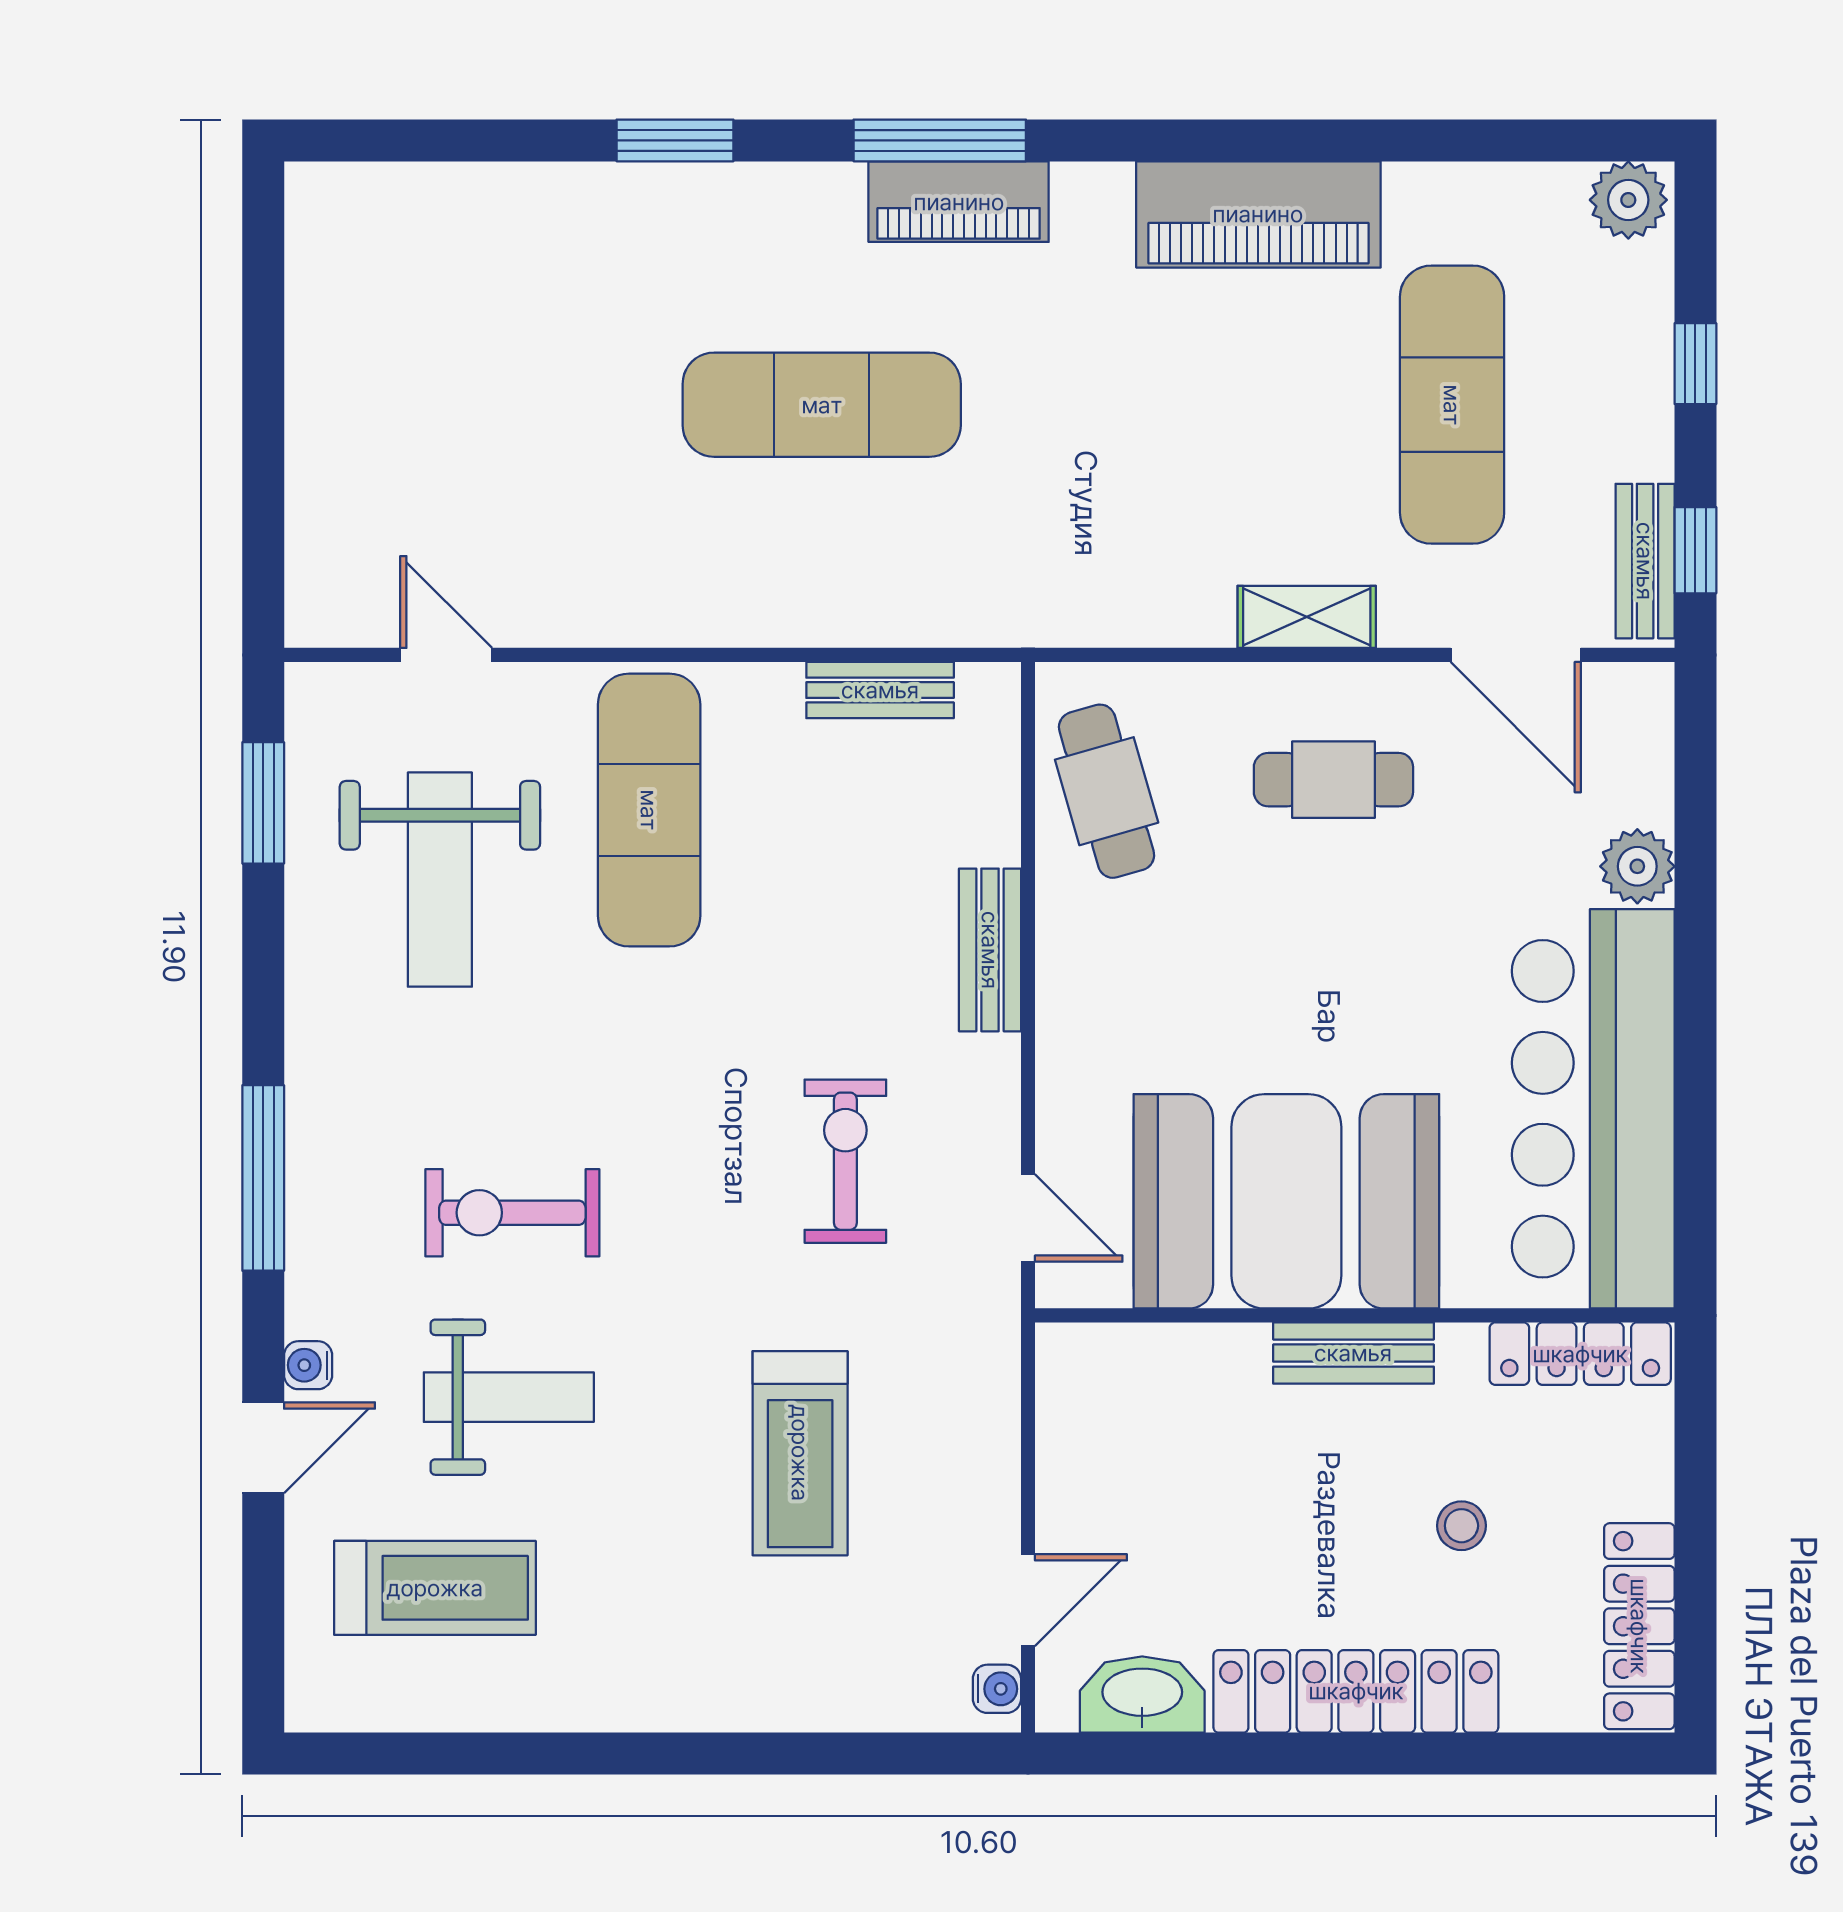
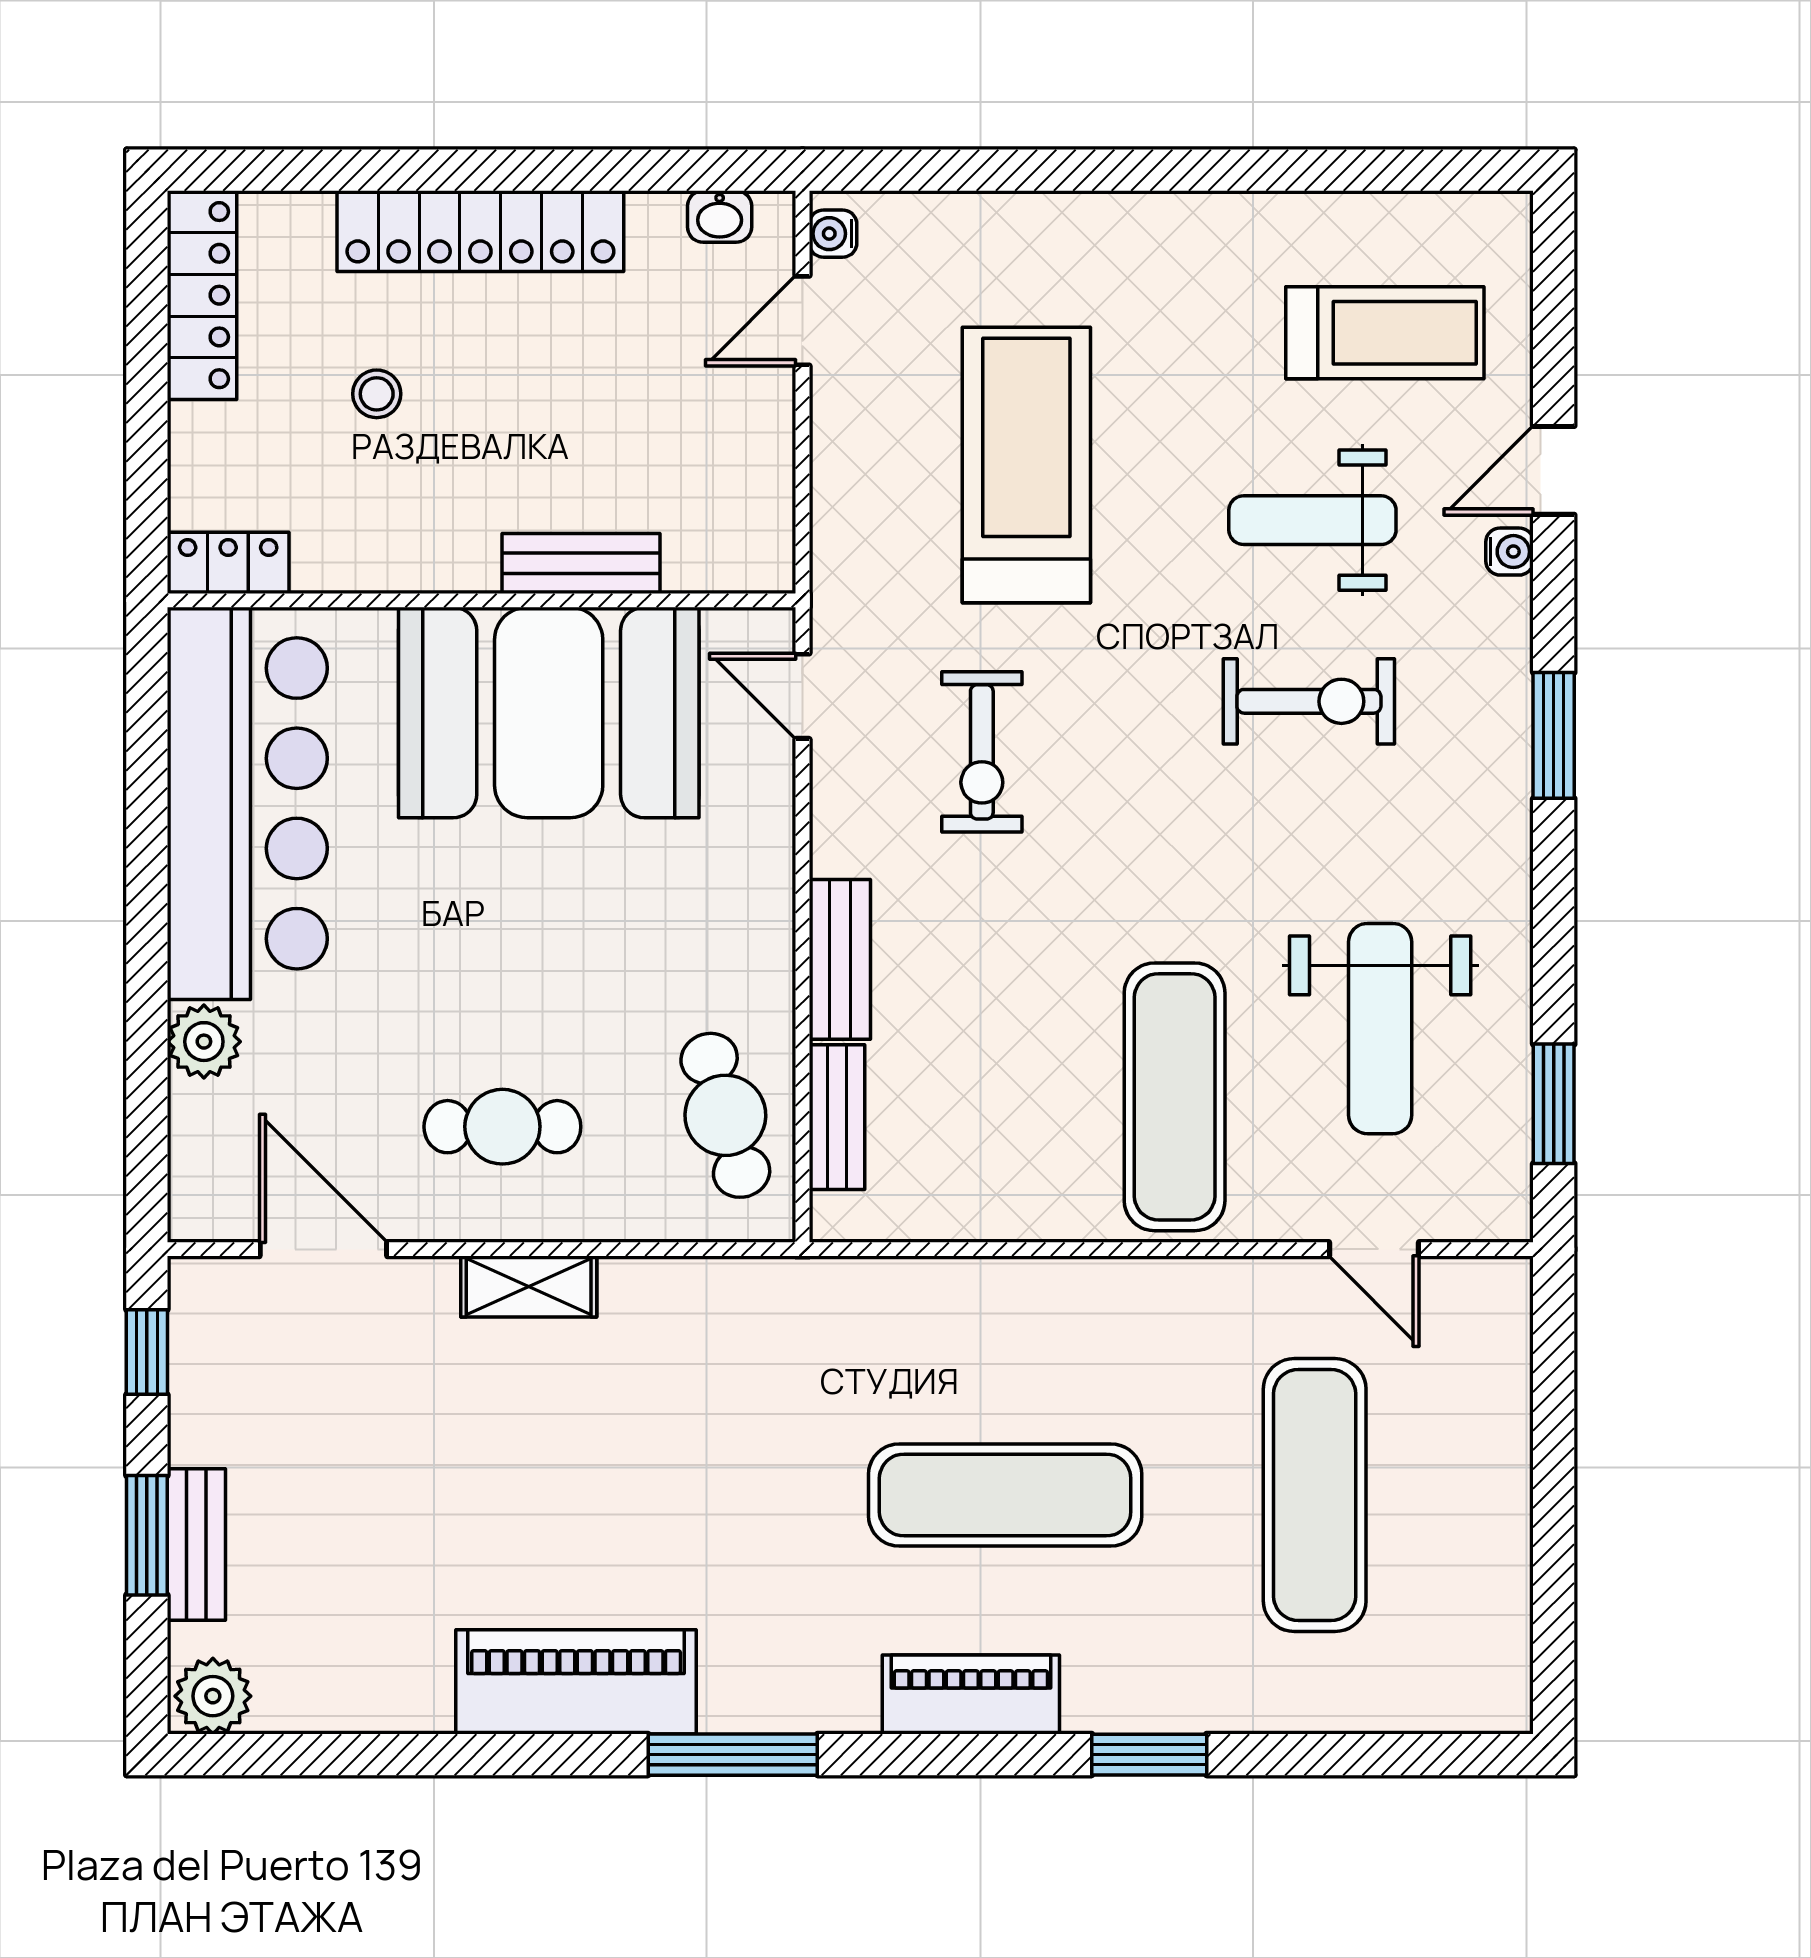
window: (940, 140) -> (733, 1755), moved
piano: (959, 202) -> (971, 1694), moved
window: (1695, 364) -> (147, 1535), width x1.50
exercise mat: (1452, 405) -> (1315, 1495), moved
bench: (1645, 561) -> (196, 1544), moved
bench: (880, 690) -> (837, 1117), moved, turned 90
weight bench: (440, 880) -> (1380, 1029), turned 180
window: (263, 1178) -> (1554, 735), width x0.69
bench: (1353, 1353) -> (581, 563), moved
locker: (1580, 1354) -> (228, 563), width x0.66
treadmill: (800, 1453) -> (1026, 465), width x1.37, depth x1.38
treadmill: (435, 1588) -> (1385, 333), turned 180
washbasin: (1142, 1694) -> (720, 217), width x0.52, depth x0.69

